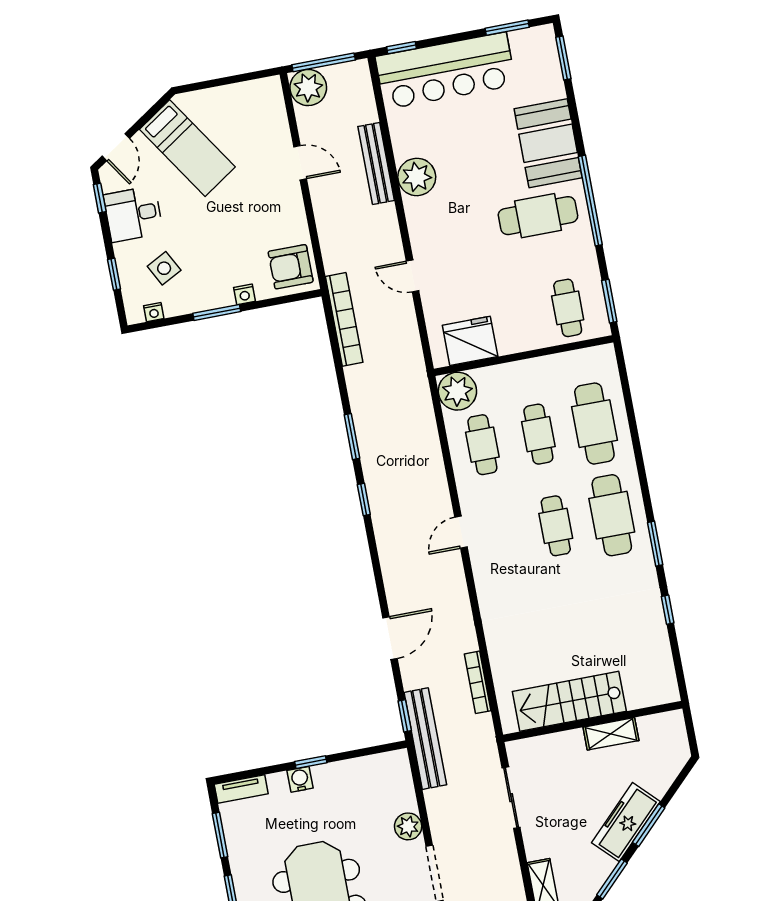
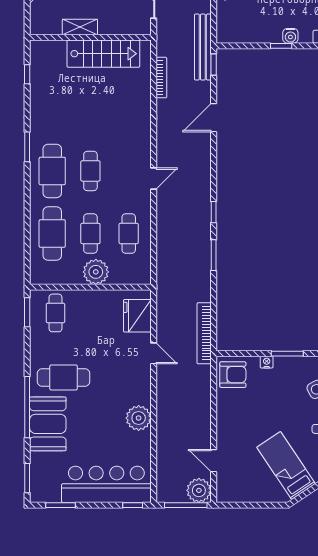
door: (300, 163) -> (214, 461), moved
bench: (376, 163) -> (164, 432), removed
window: (590, 201) -> (27, 407), moved
fridge: (470, 341) -> (137, 316), moved, turned 90
plant: (457, 391) -> (96, 272), moved
window: (668, 610) -> (27, 74), moved

